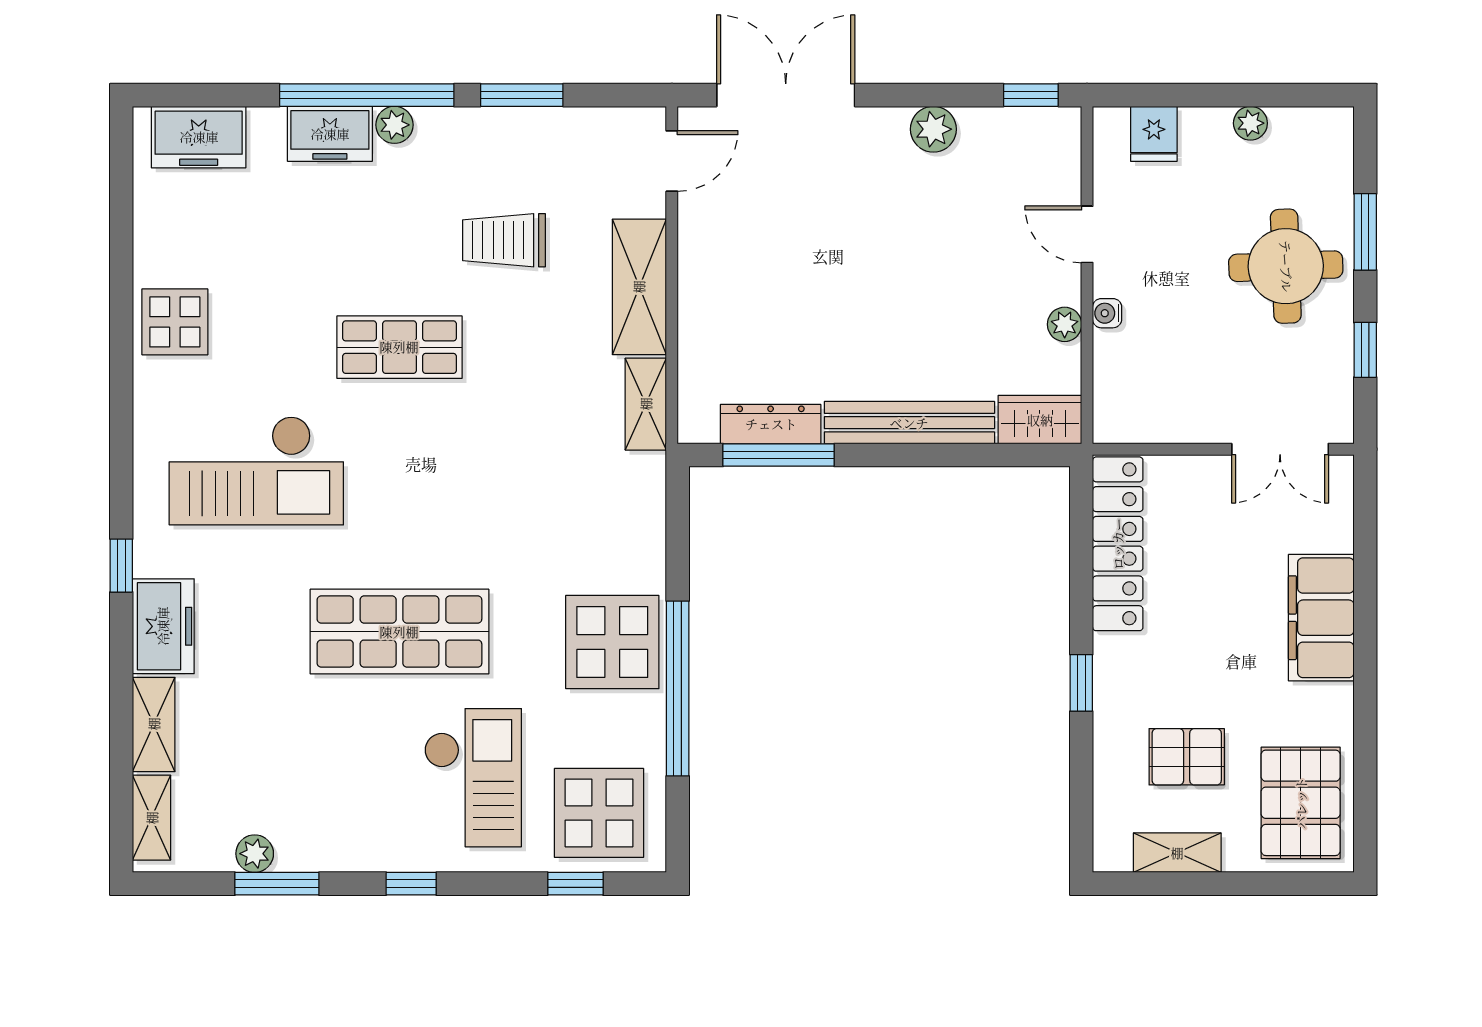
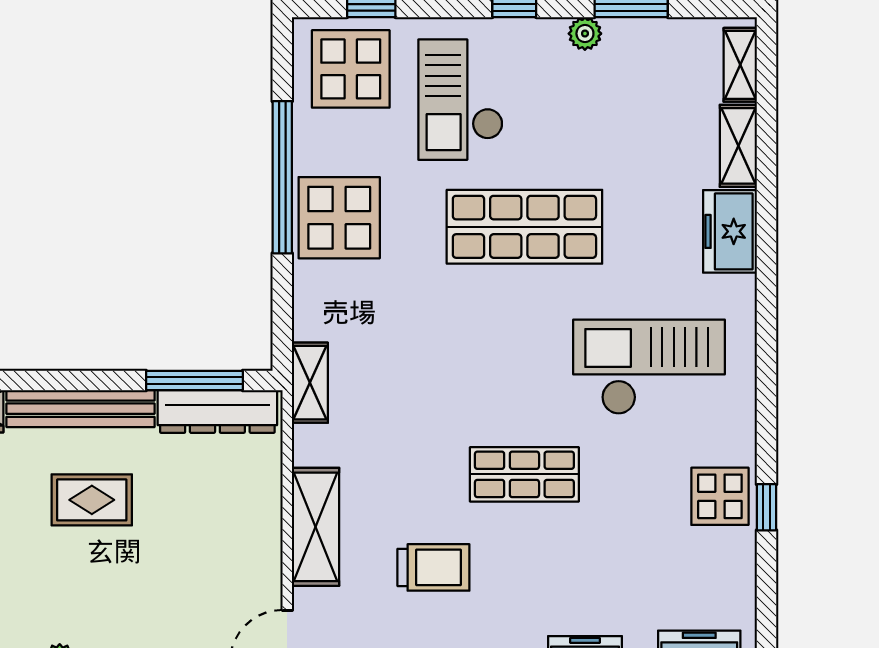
rug: (897, 318) -> (92, 500), added
shelving: (646, 404) -> (310, 383), moved
dresser: (771, 424) -> (217, 412), width x1.37, depth x1.24
window: (121, 566) -> (767, 507), moved
plant: (255, 854) -> (585, 34), moved

